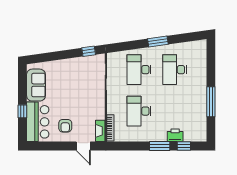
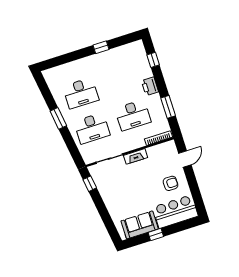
window: (211, 102) -> (101, 47), width x0.46
window: (22, 111) -> (156, 235), moved
fireplace: (100, 131) -> (136, 156), moved
printer: (175, 135) -> (150, 86), moved
window: (160, 146) -> (168, 107), moved

